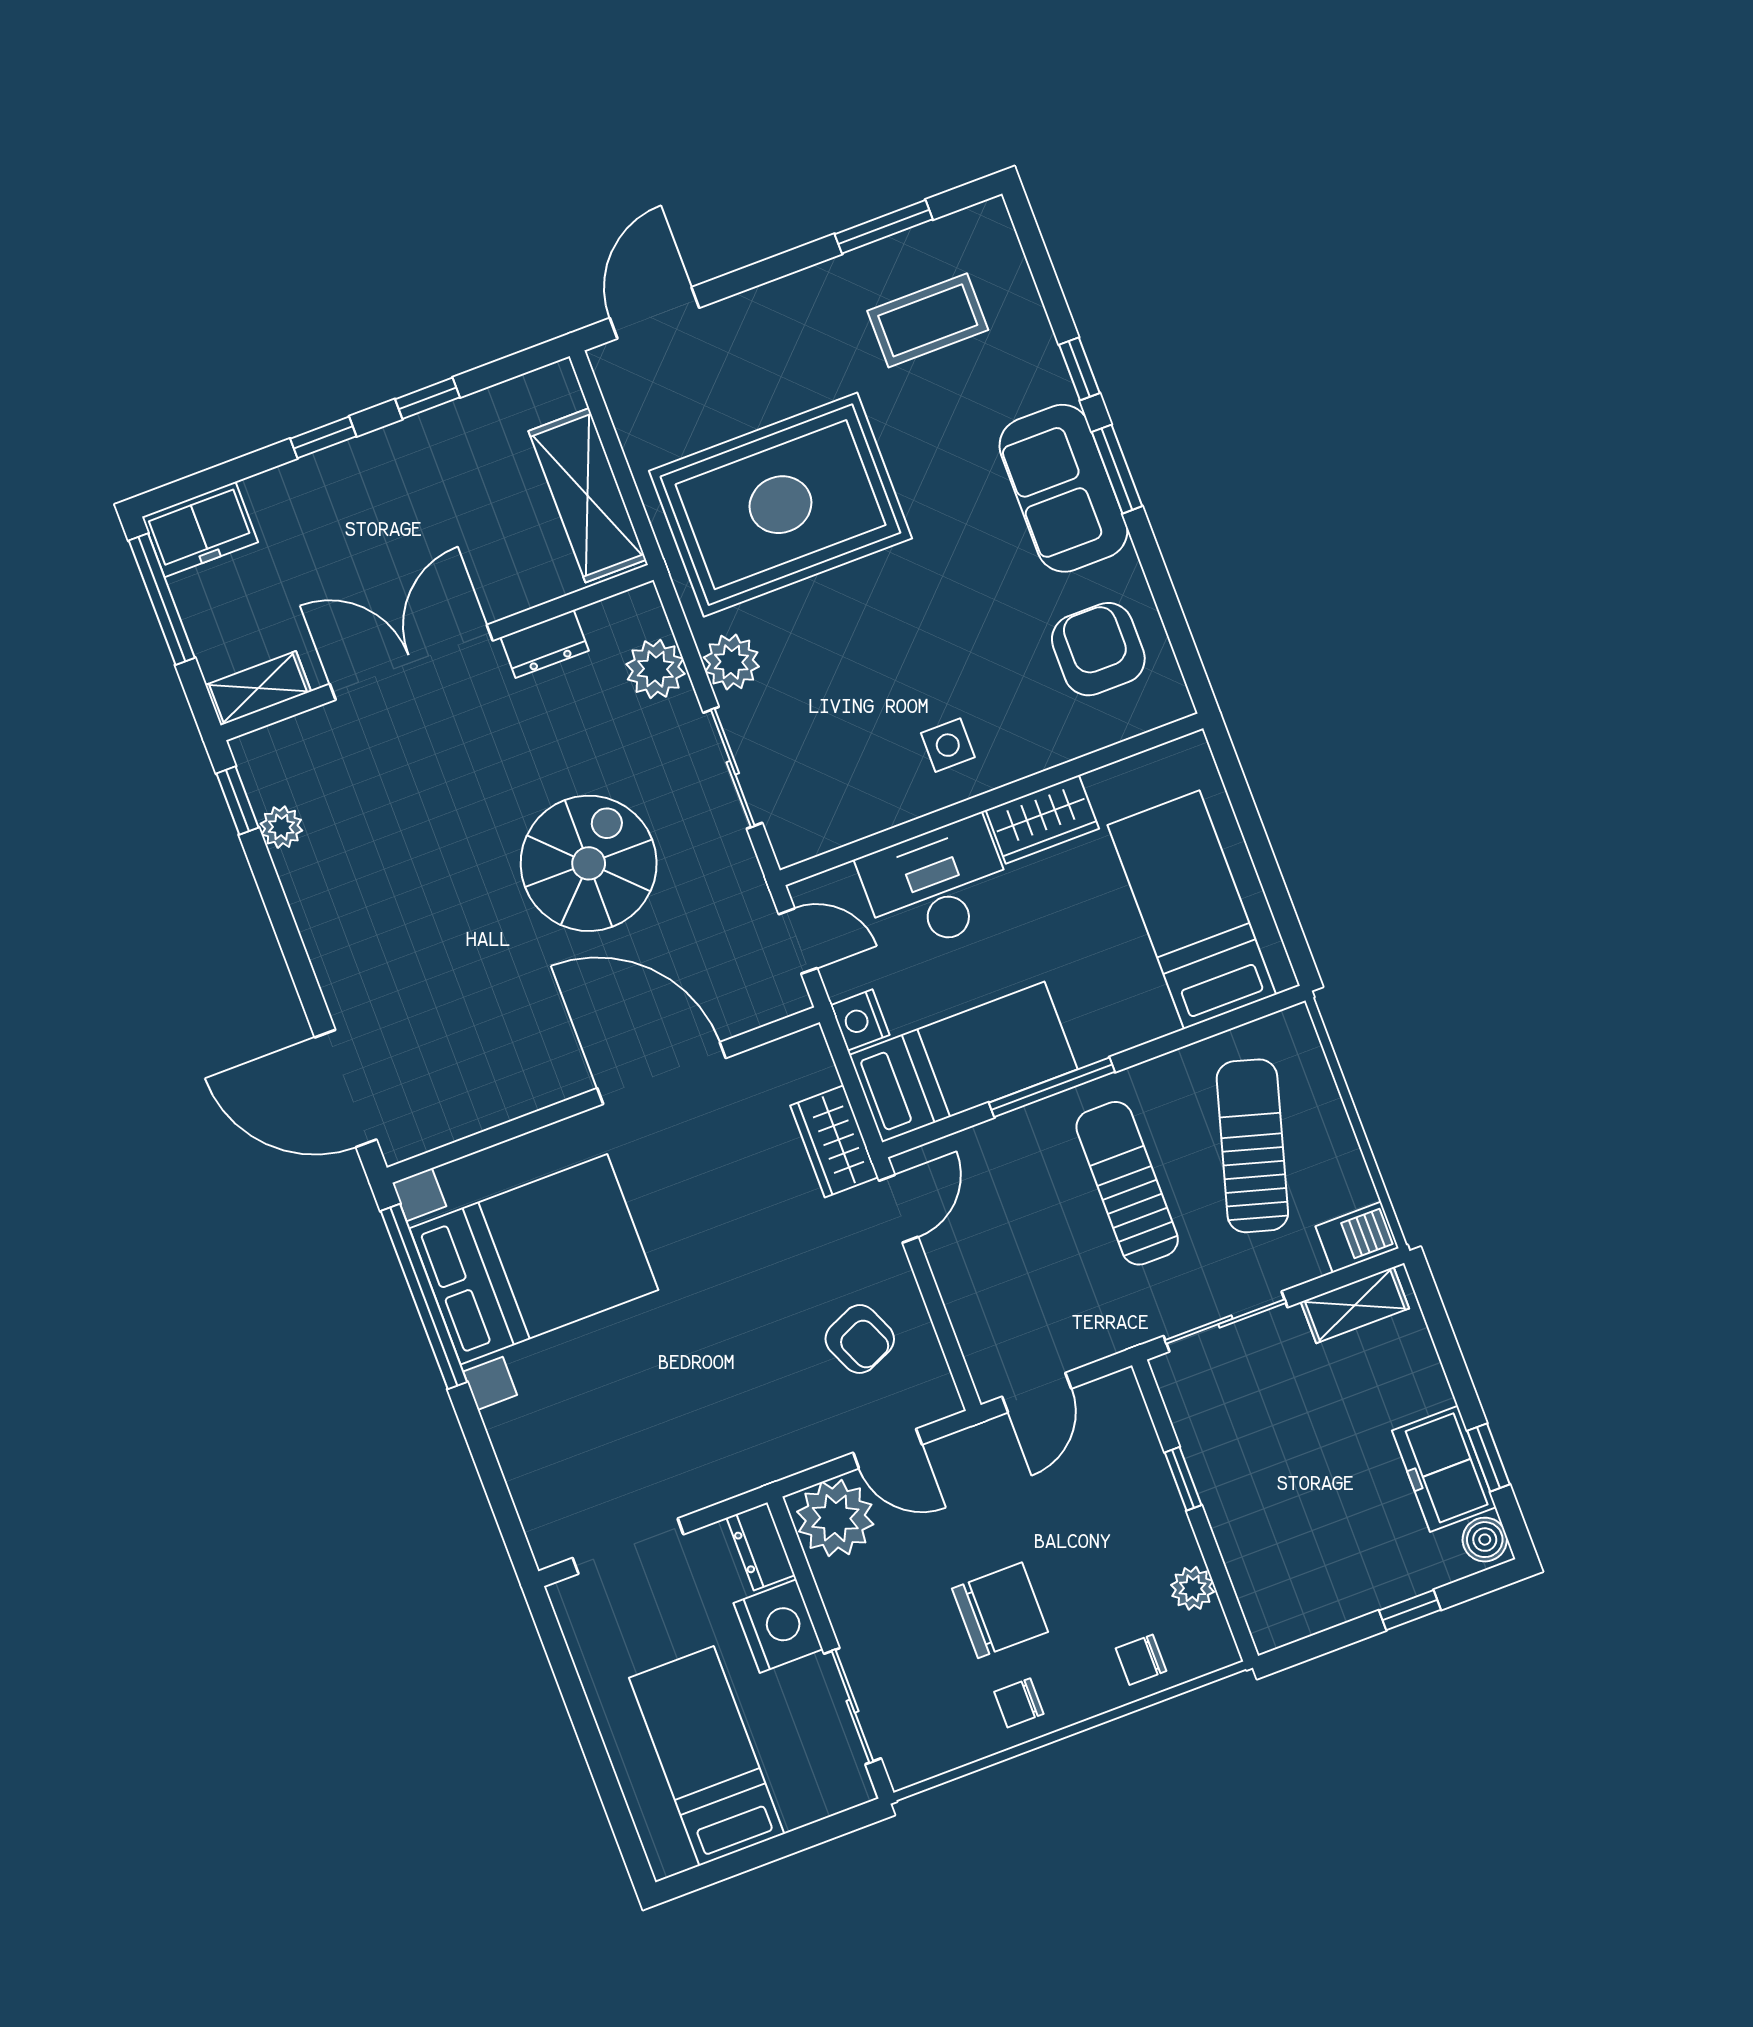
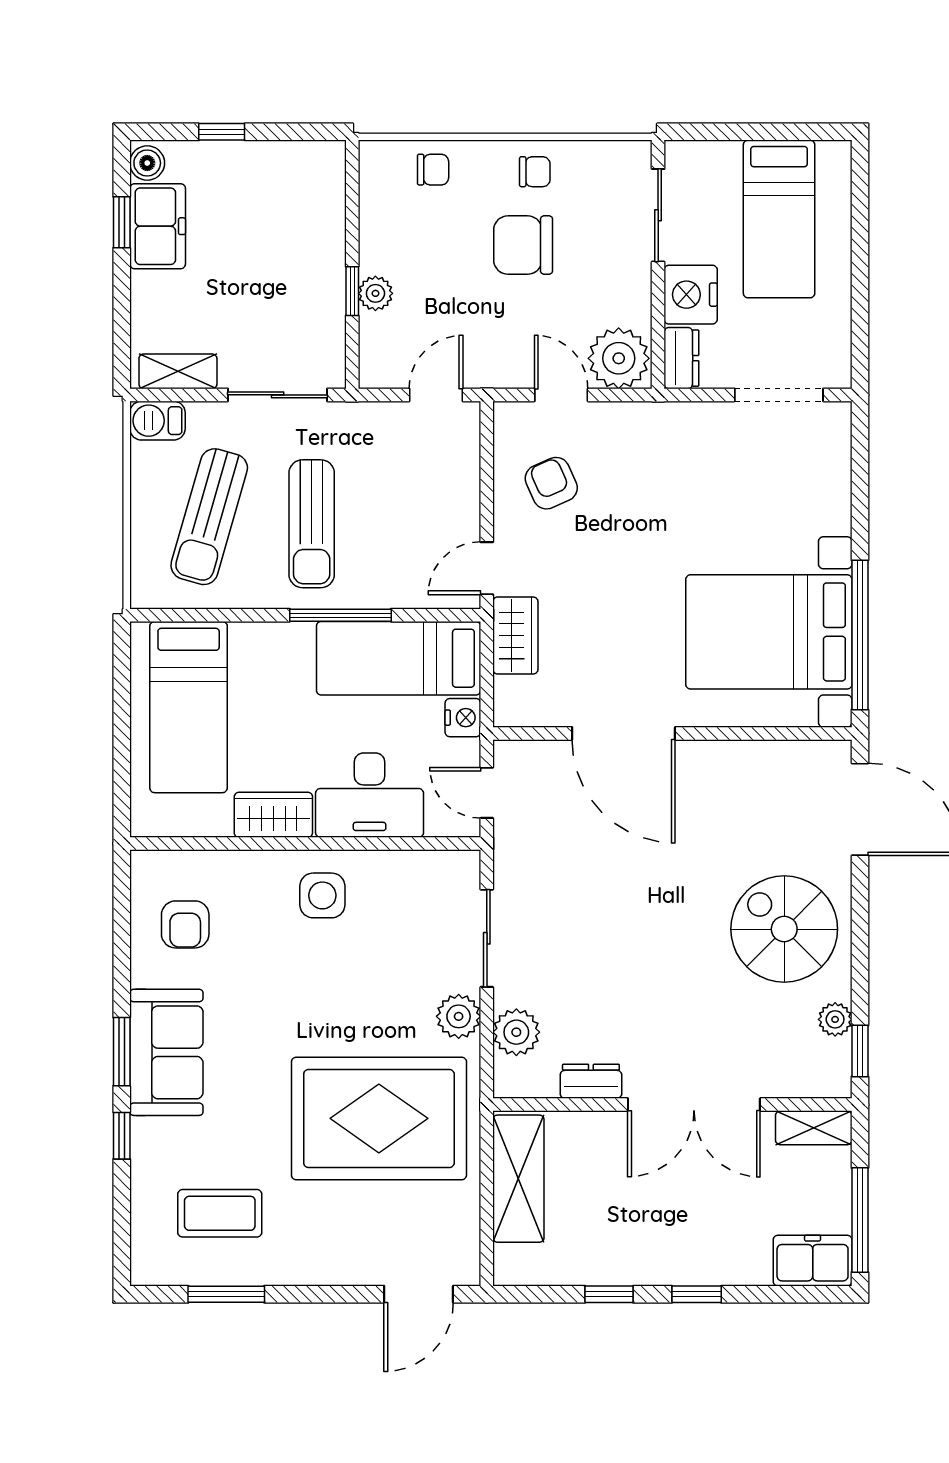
armchair: (1098, 649) -> (185, 924), width x0.72, depth x0.72
side table: (948, 745) -> (322, 895), width x1.37, depth x1.37
spiral stairs: (589, 863) -> (784, 929), moved, turned 90
plant: (1193, 1588) -> (375, 293), moved

